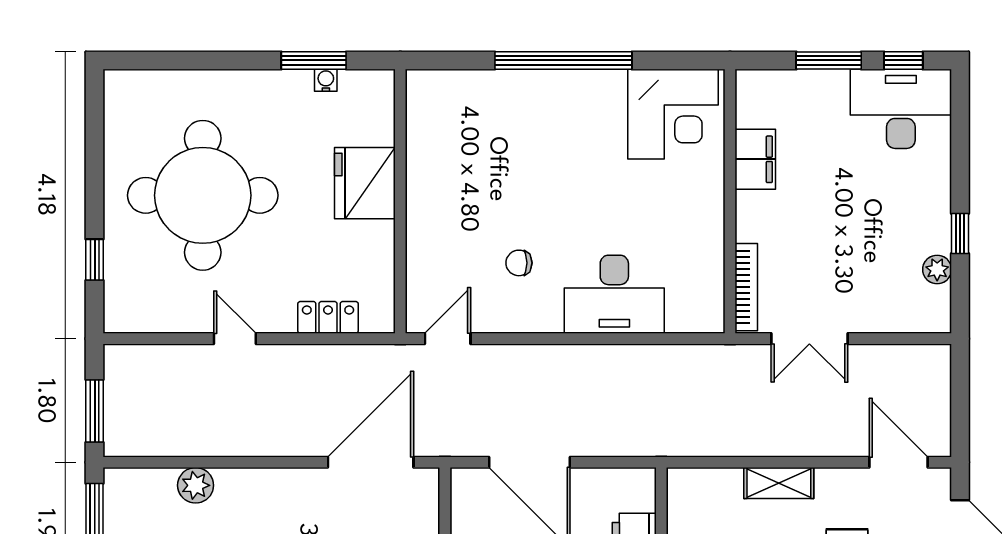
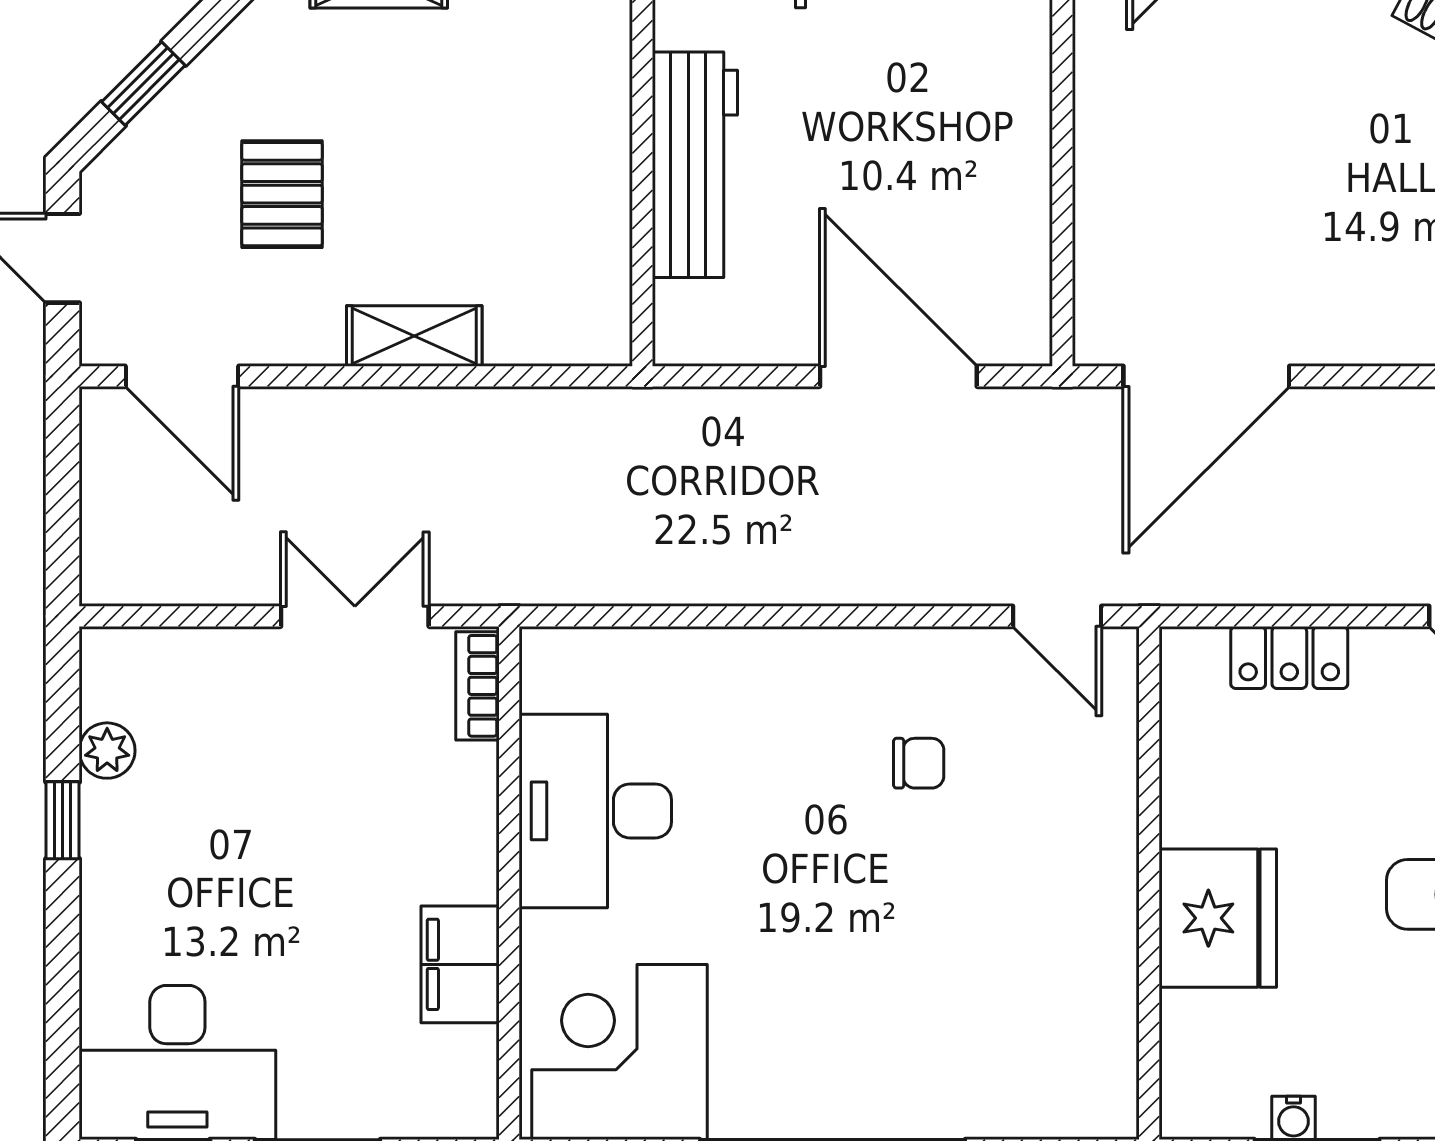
bookcase: (746, 287) -> (477, 686), width x0.64
desk: (614, 294) -> (595, 811), moved, turned -90
door: (448, 339) -> (1057, 616), hinge flipped

